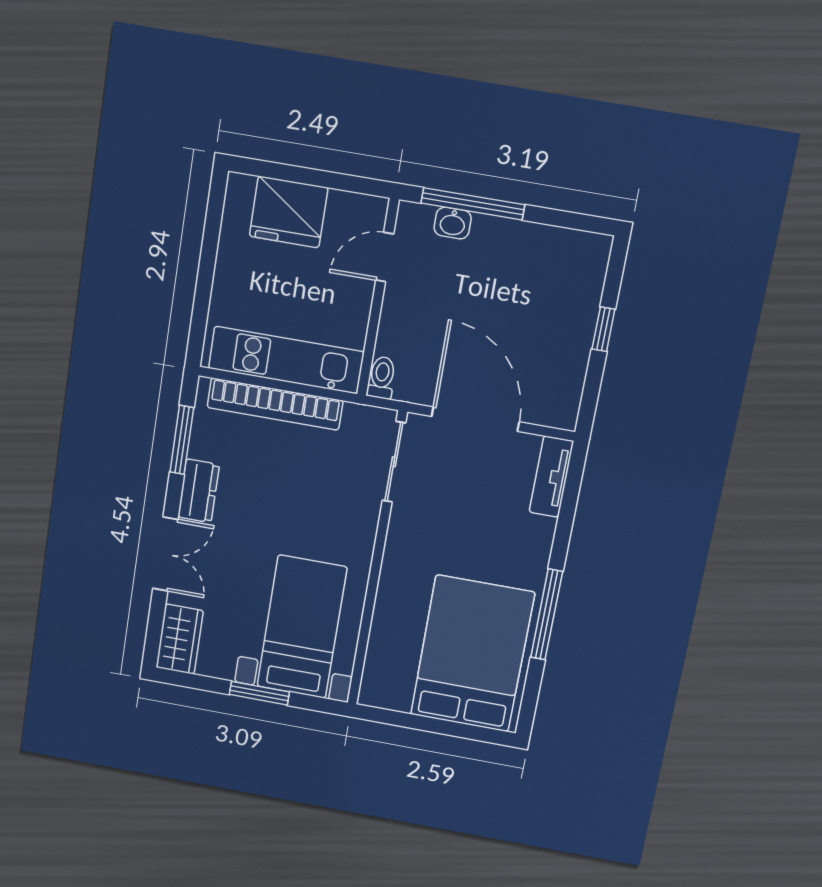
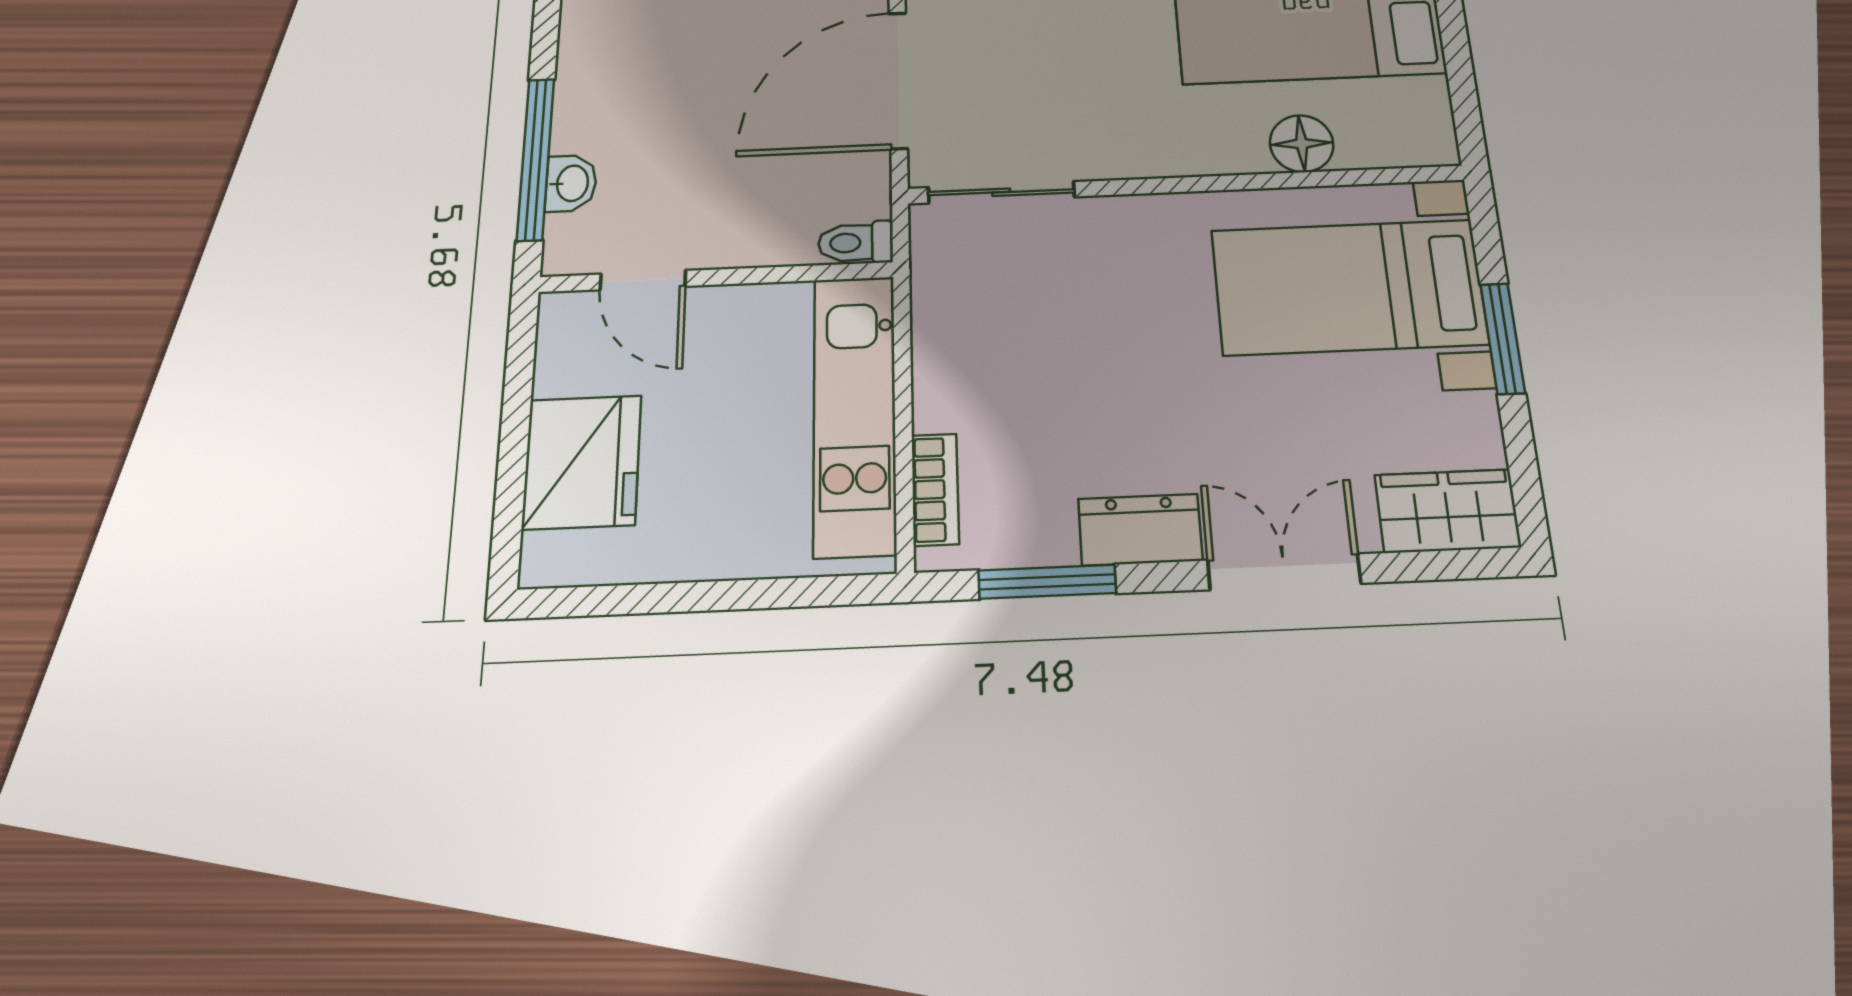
bookcase: (275, 404) -> (935, 489), width x0.43, depth x0.76
floor lamp: (387, 627) -> (1302, 144), added

